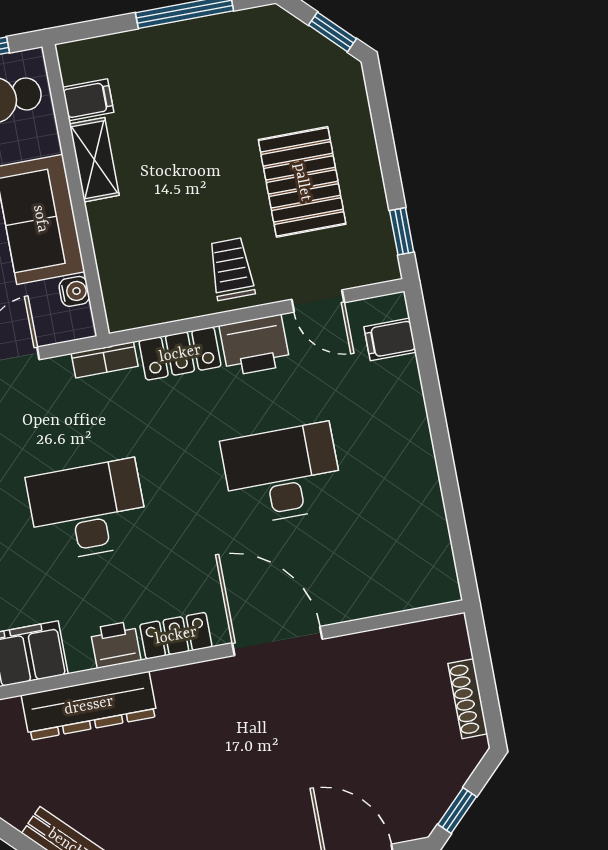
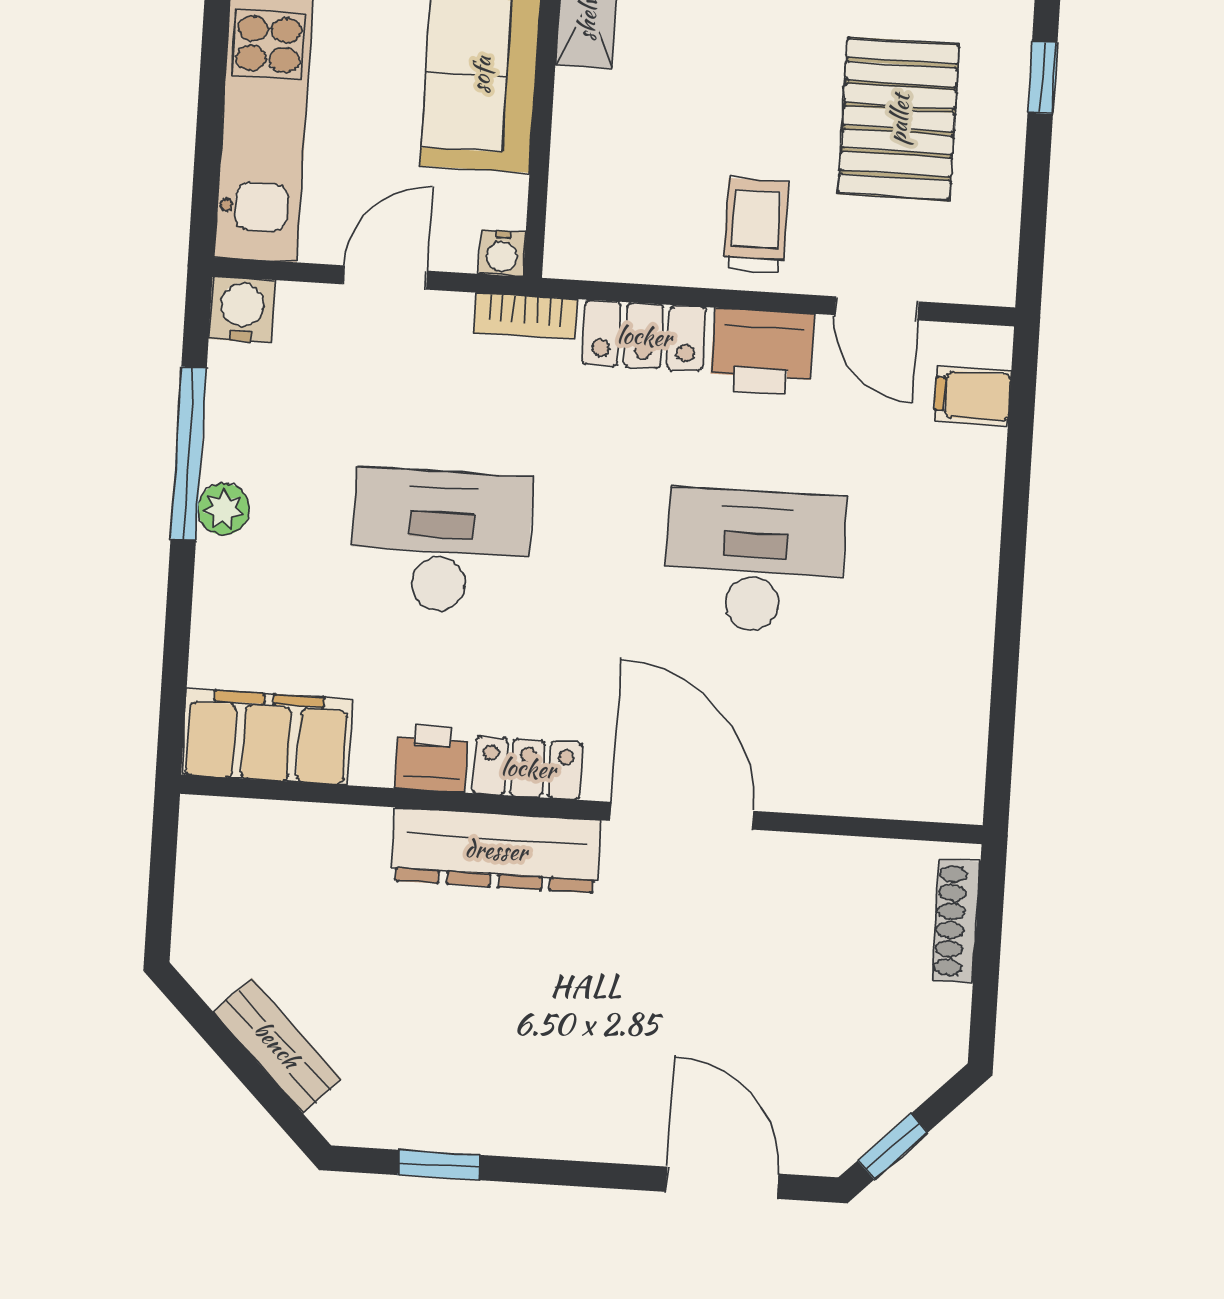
window: (402, 231) -> (1043, 78), moved
water cooler: (74, 291) -> (502, 253), moved, turned 90
shoe rack: (468, 699) -> (956, 921), moved
dresser: (89, 706) -> (496, 850), moved

